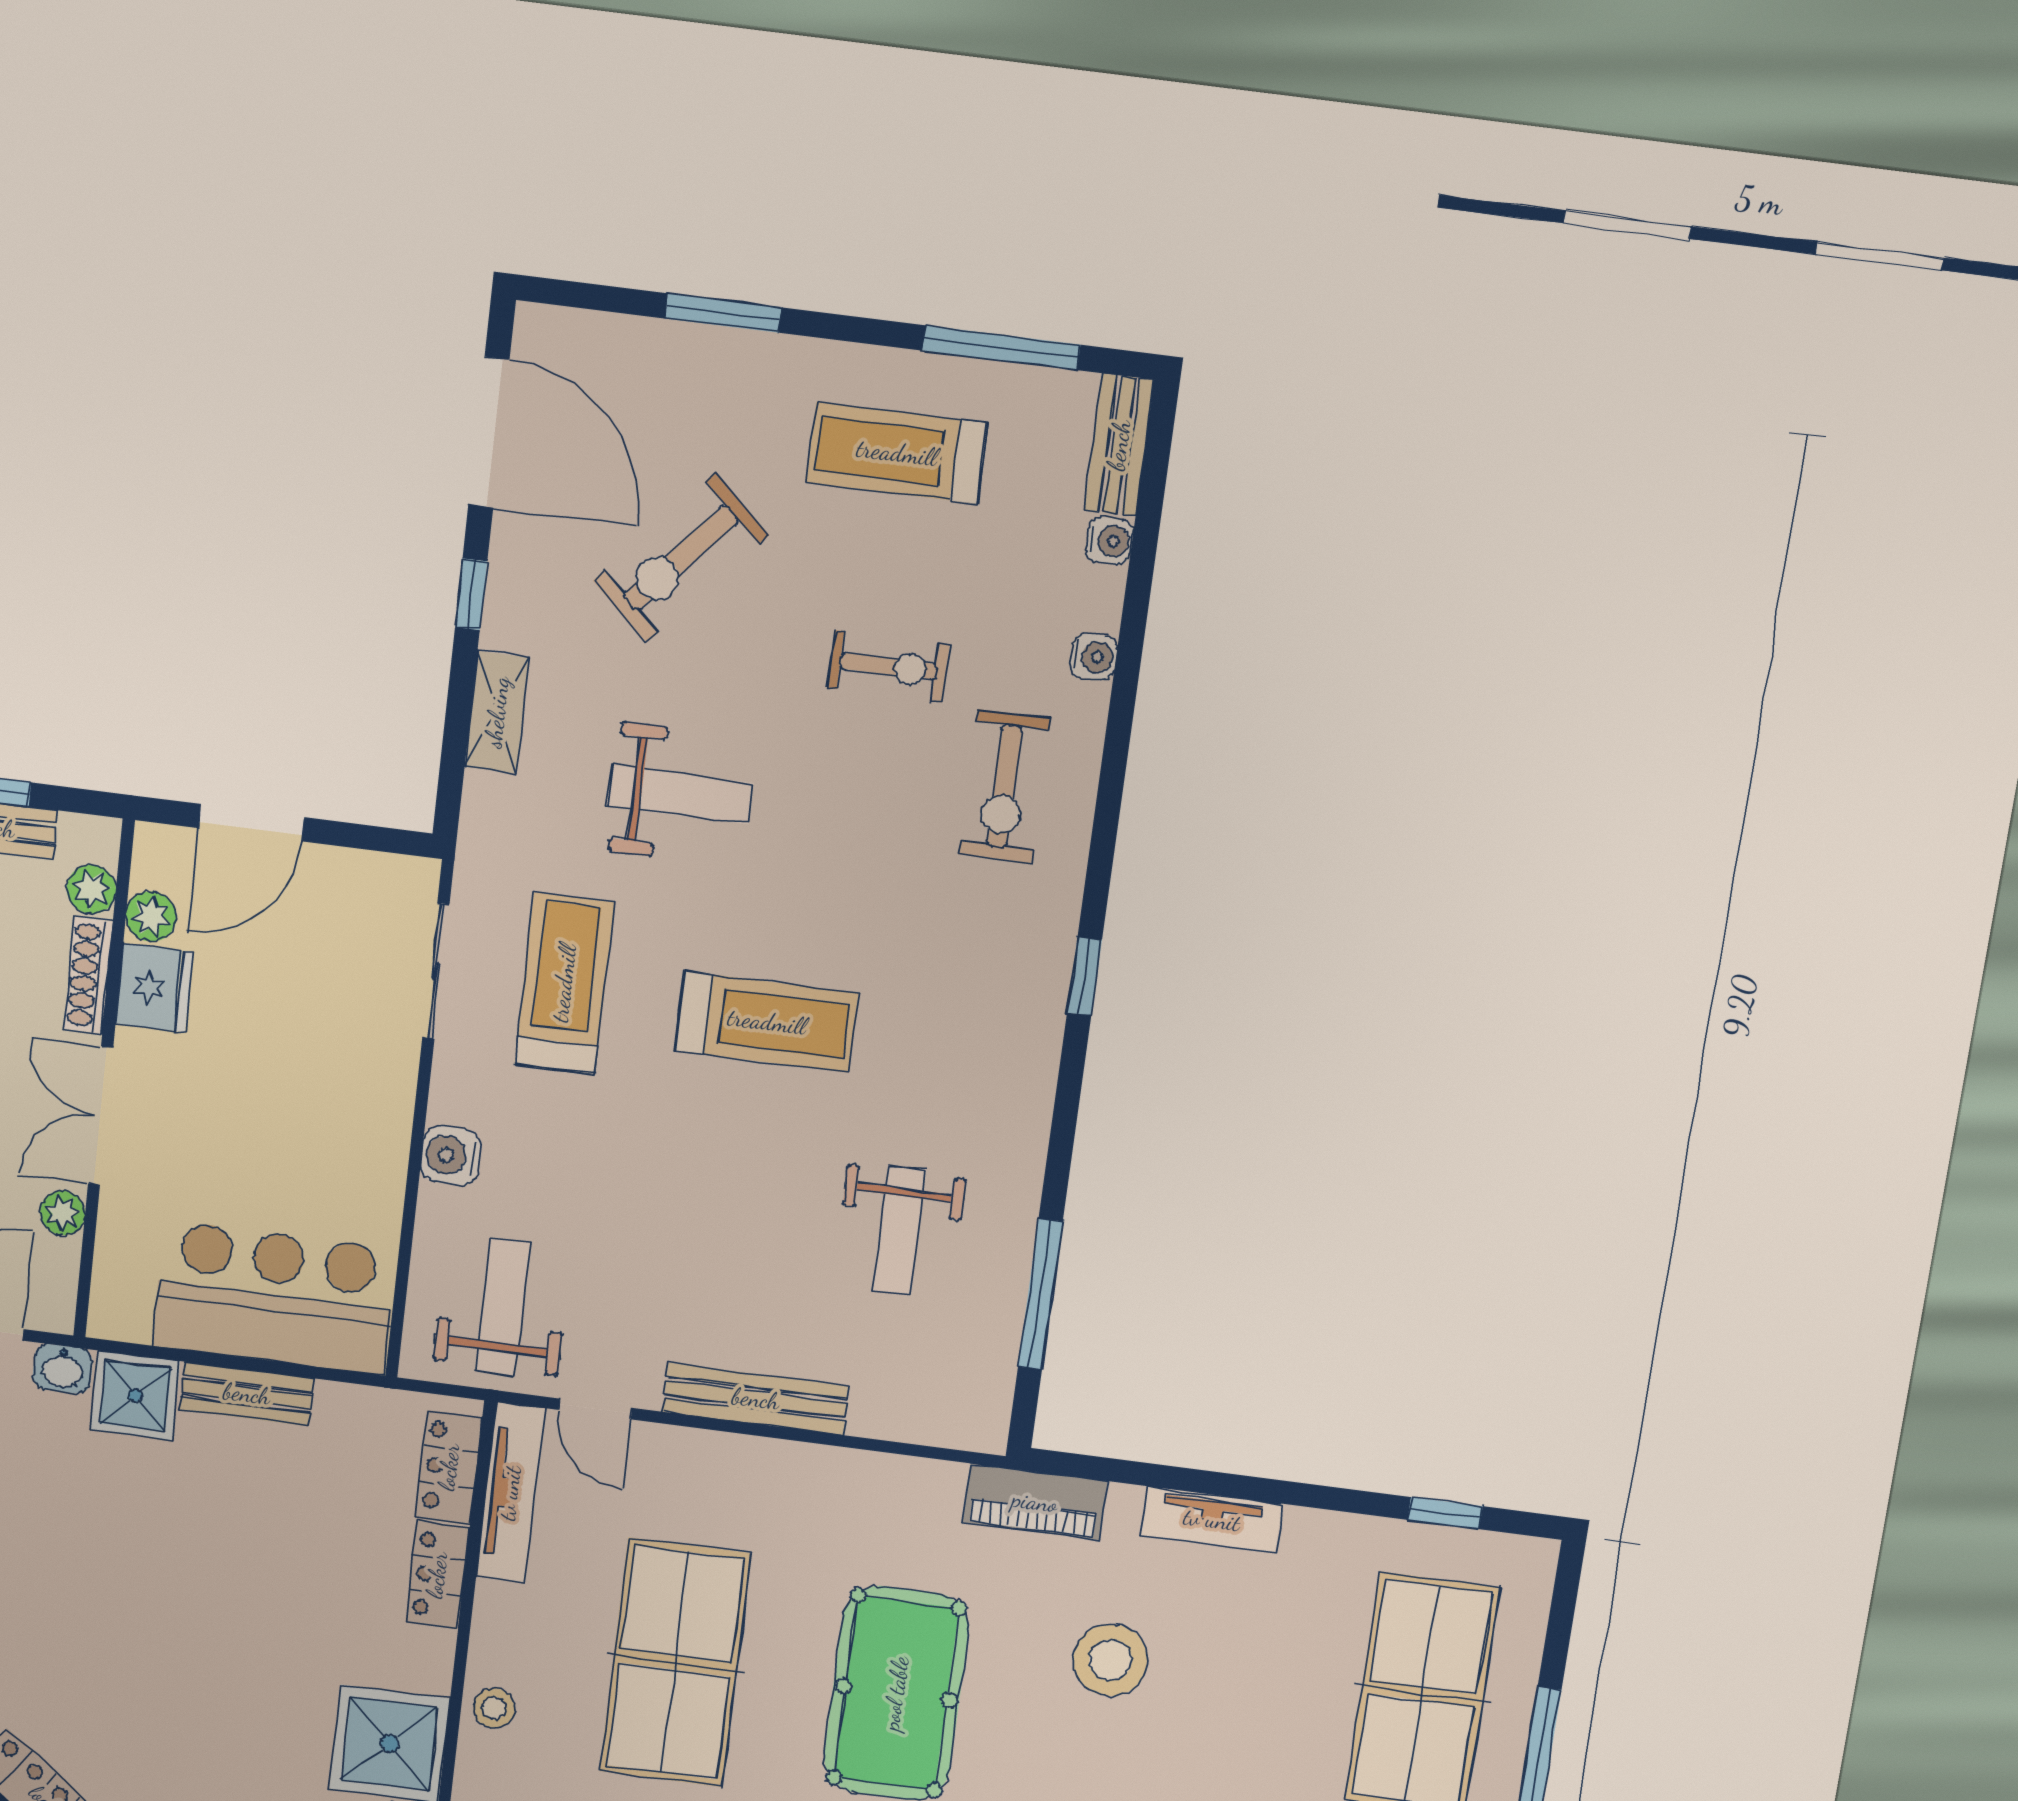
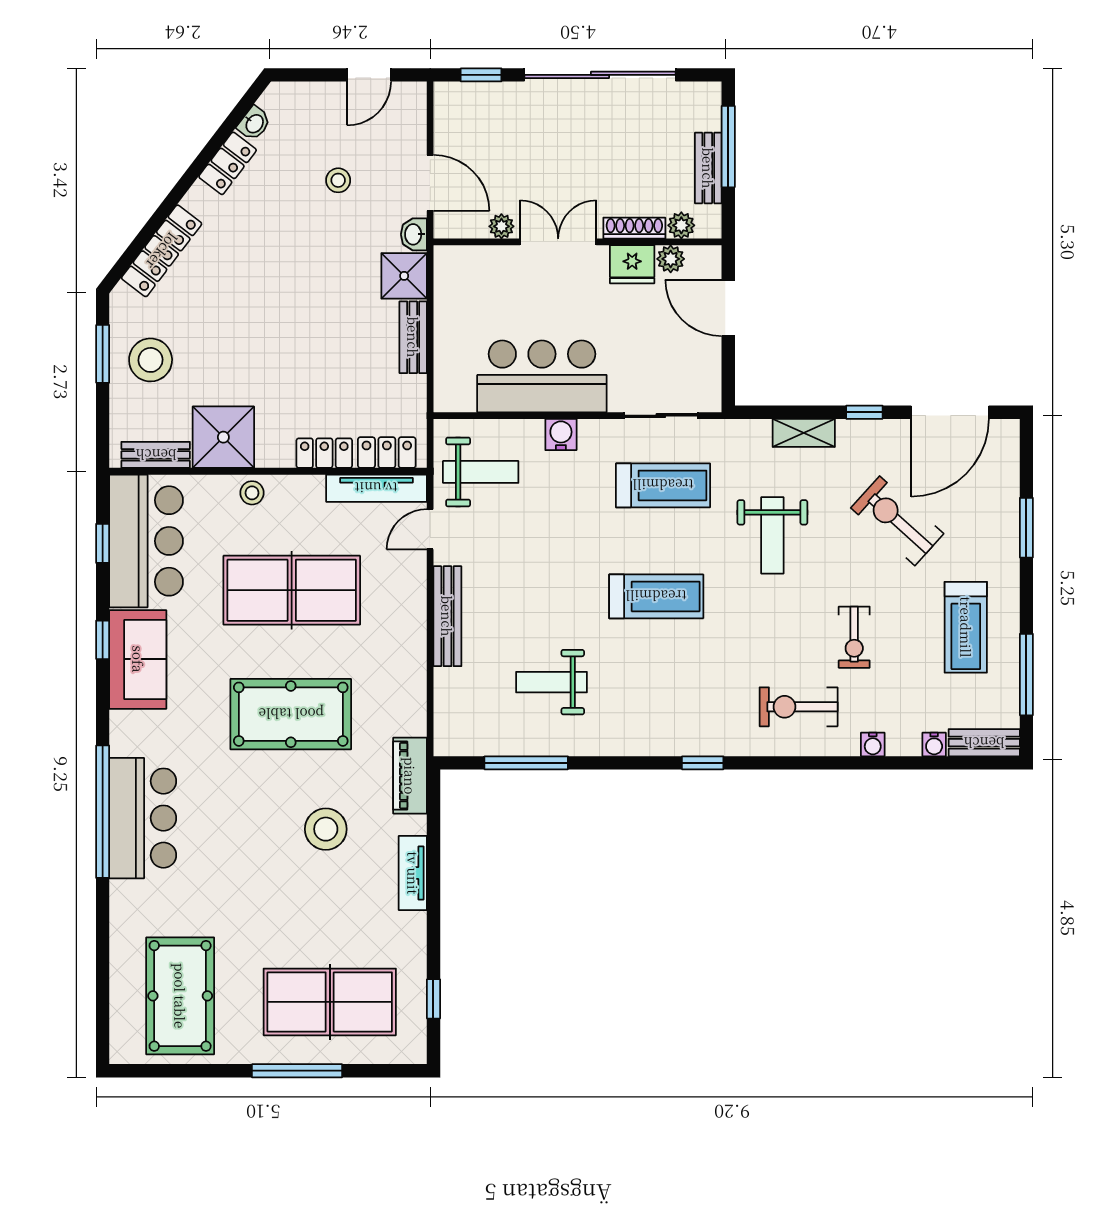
treadmill: (897, 453) -> (966, 627), turned 180
treadmill: (767, 1022) -> (656, 596), turned -90
bar counter: (275, 1298) -> (542, 376), moved, turned -90

